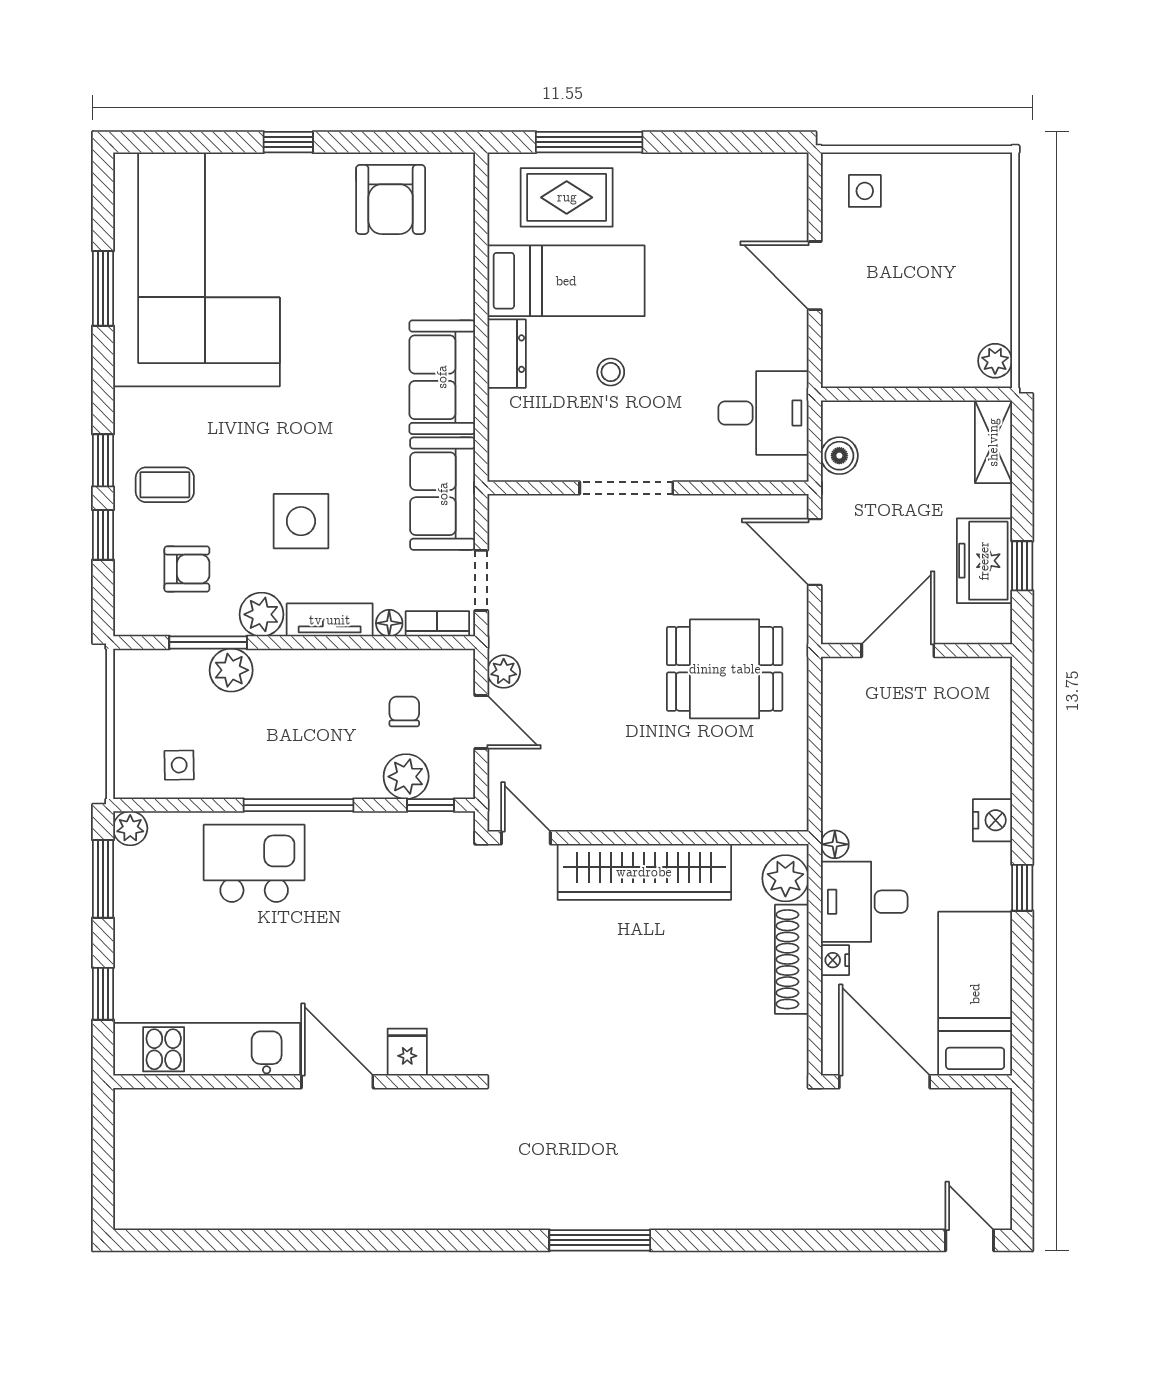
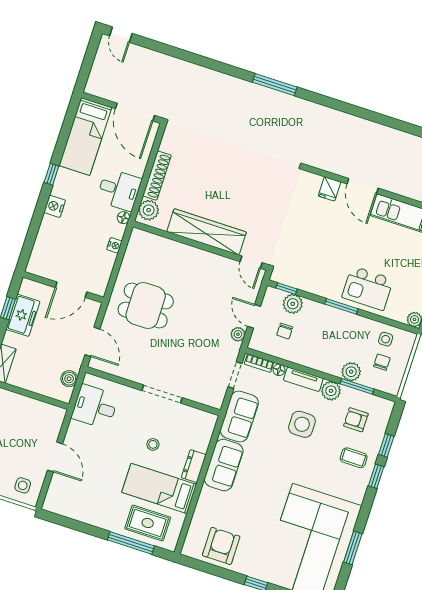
chair: (171, 713) -> (382, 362), added
window: (299, 805) -> (341, 306), width x0.69
nightstand: (835, 960) -> (114, 245), moved

